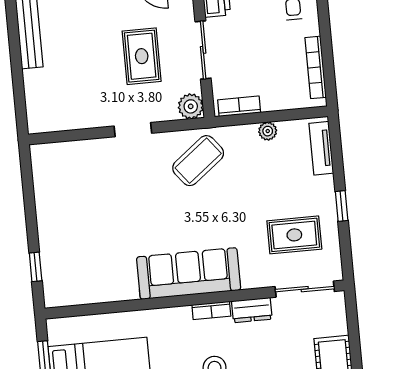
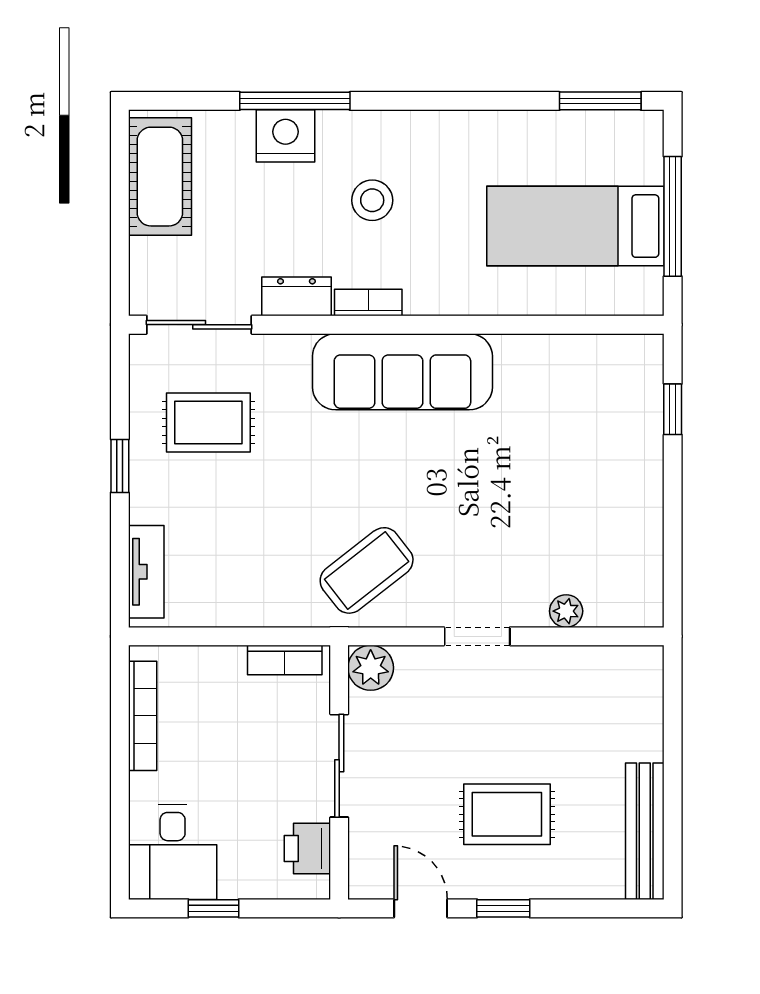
rug: (142, 56) -> (507, 814), moved, turned 90
plant: (268, 131) -> (566, 611), moved

